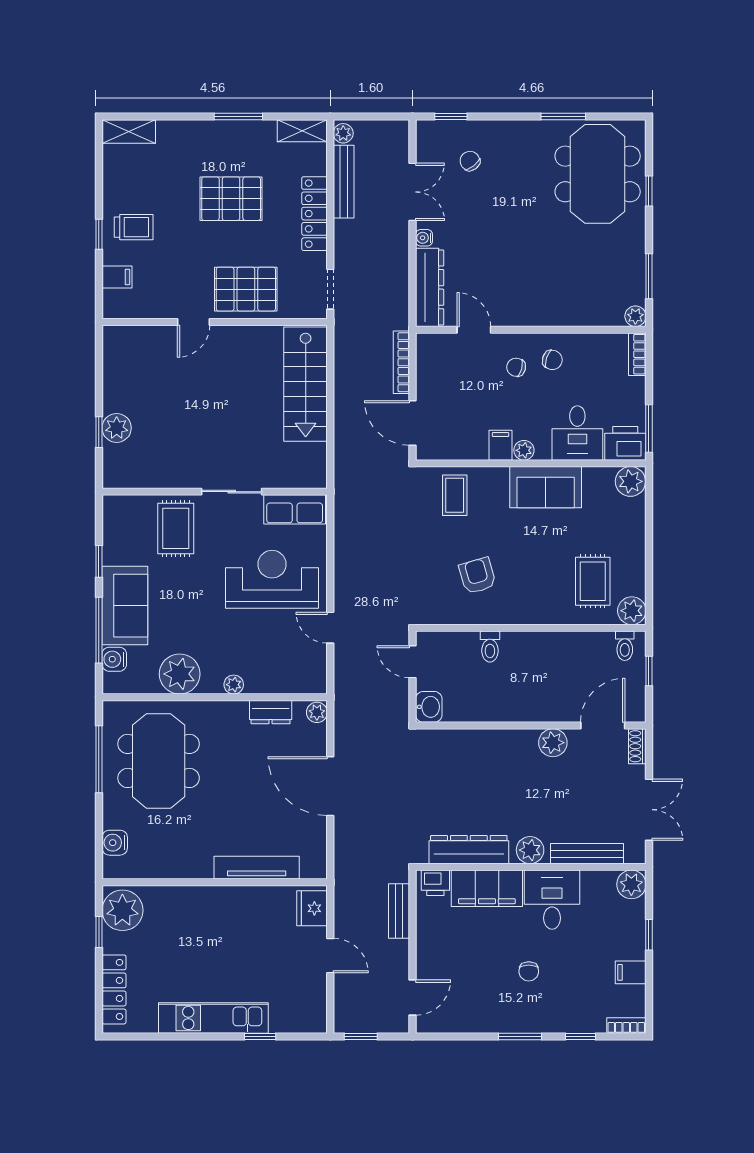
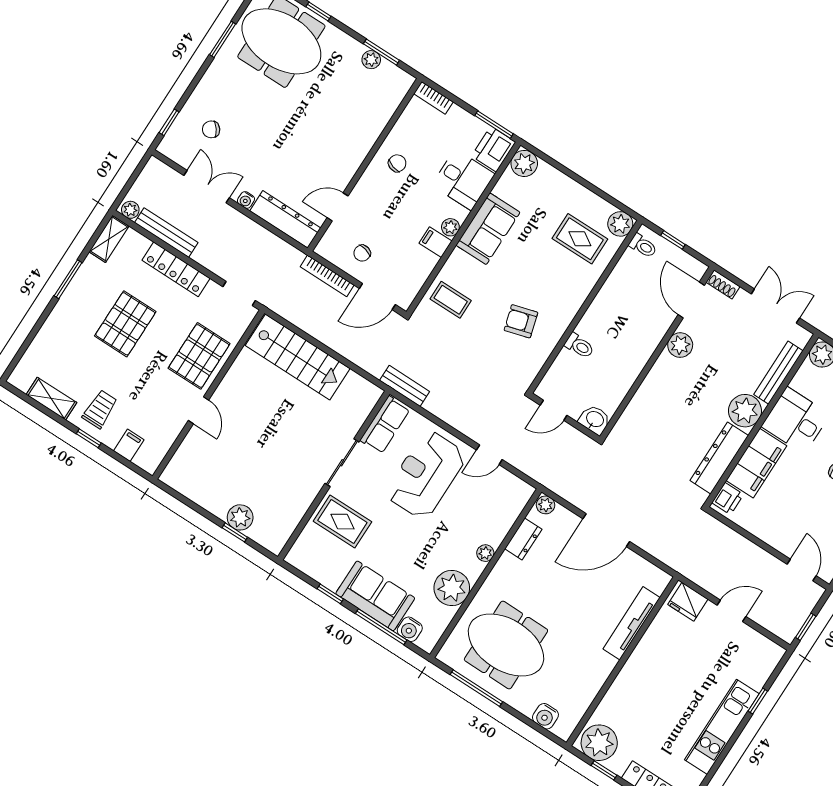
shelving: (129, 131) -> (51, 399), moved, turned 90
plant: (635, 316) -> (371, 60), moved
chair: (516, 367) -> (362, 253), moved
plant: (530, 850) -> (745, 411), width x1.36, depth x1.36
bench: (399, 911) -> (405, 386), moved

